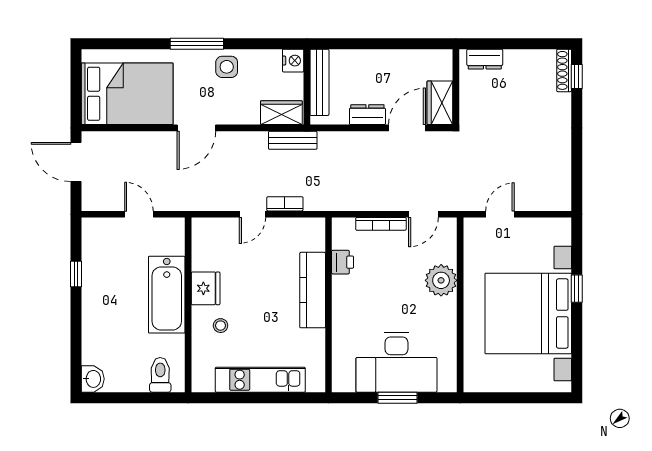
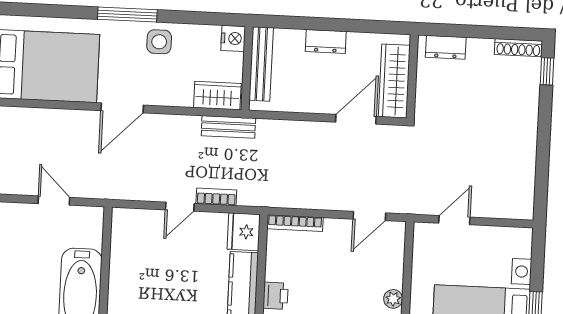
shoe rack: (564, 70) -> (518, 48), moved, turned -90
wardrobe: (440, 103) -> (394, 81), width x1.50
dresser: (367, 115) -> (326, 41), moved, turned 180
bookcase: (381, 224) -> (295, 223), moved
printer: (343, 262) -> (276, 296), moved
plant: (441, 280) -> (393, 299), width x0.53, depth x0.53
fridge: (206, 288) -> (244, 232), moved, turned 180

